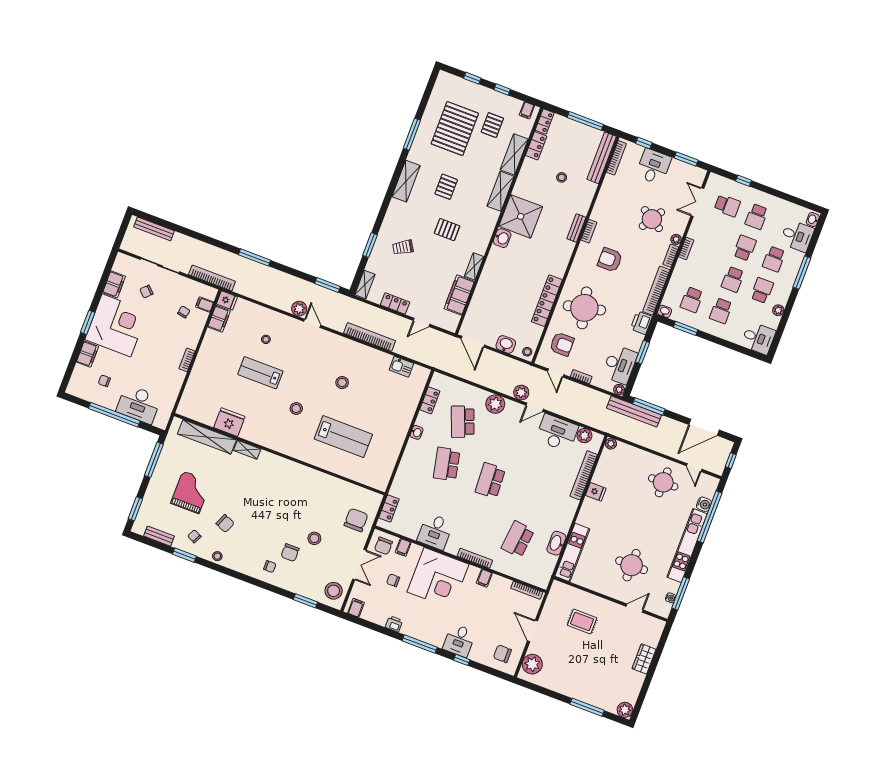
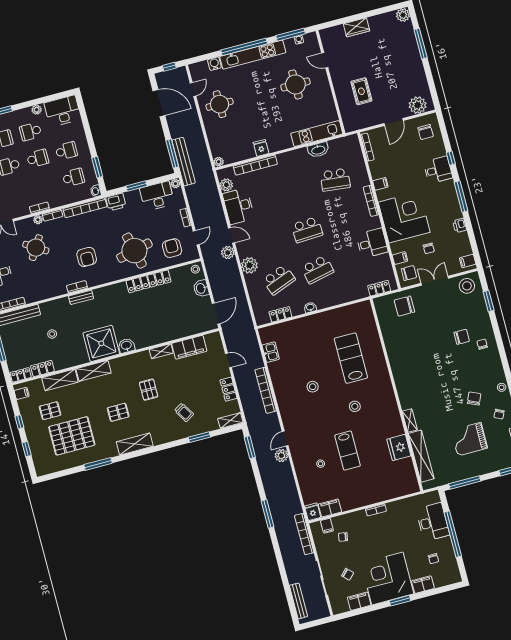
desk: (758, 338) -> (63, 111), width x1.37
window: (710, 517) -> (244, 47), moved
stool: (314, 538) -> (439, 327), removed

